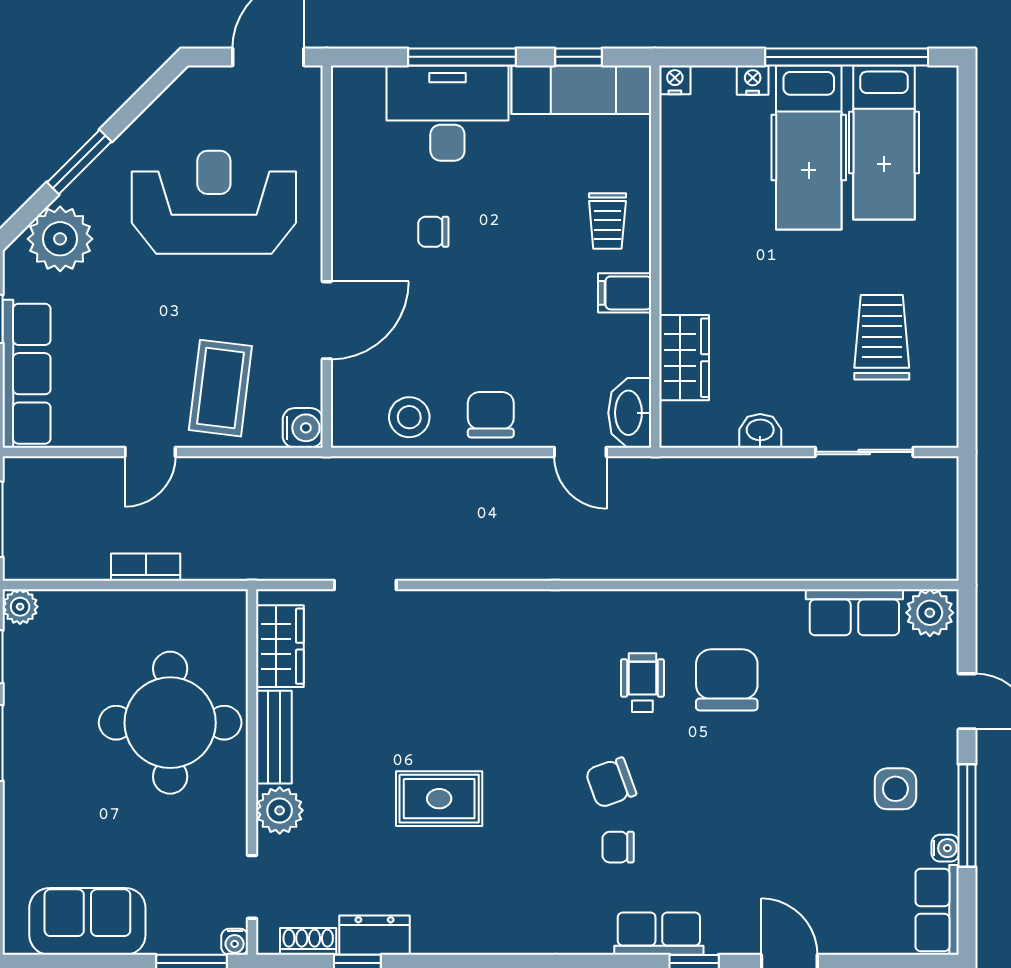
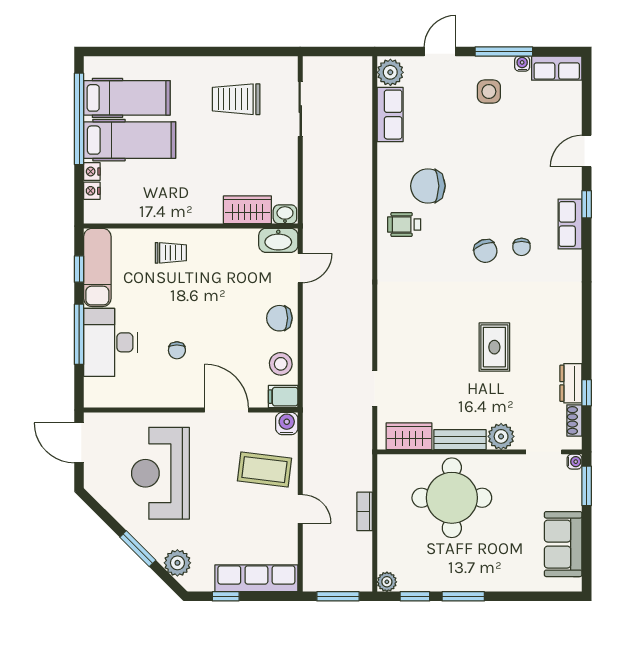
nightstand: (675, 80) -> (92, 191), moved
plant: (60, 239) -> (177, 563), width x0.73, depth x0.73
filing cabinet: (625, 293) -> (283, 397), moved, turned 90
washbasin: (760, 431) -> (285, 214), moved, turned 90
wheelchair: (642, 683) -> (404, 224), moved

